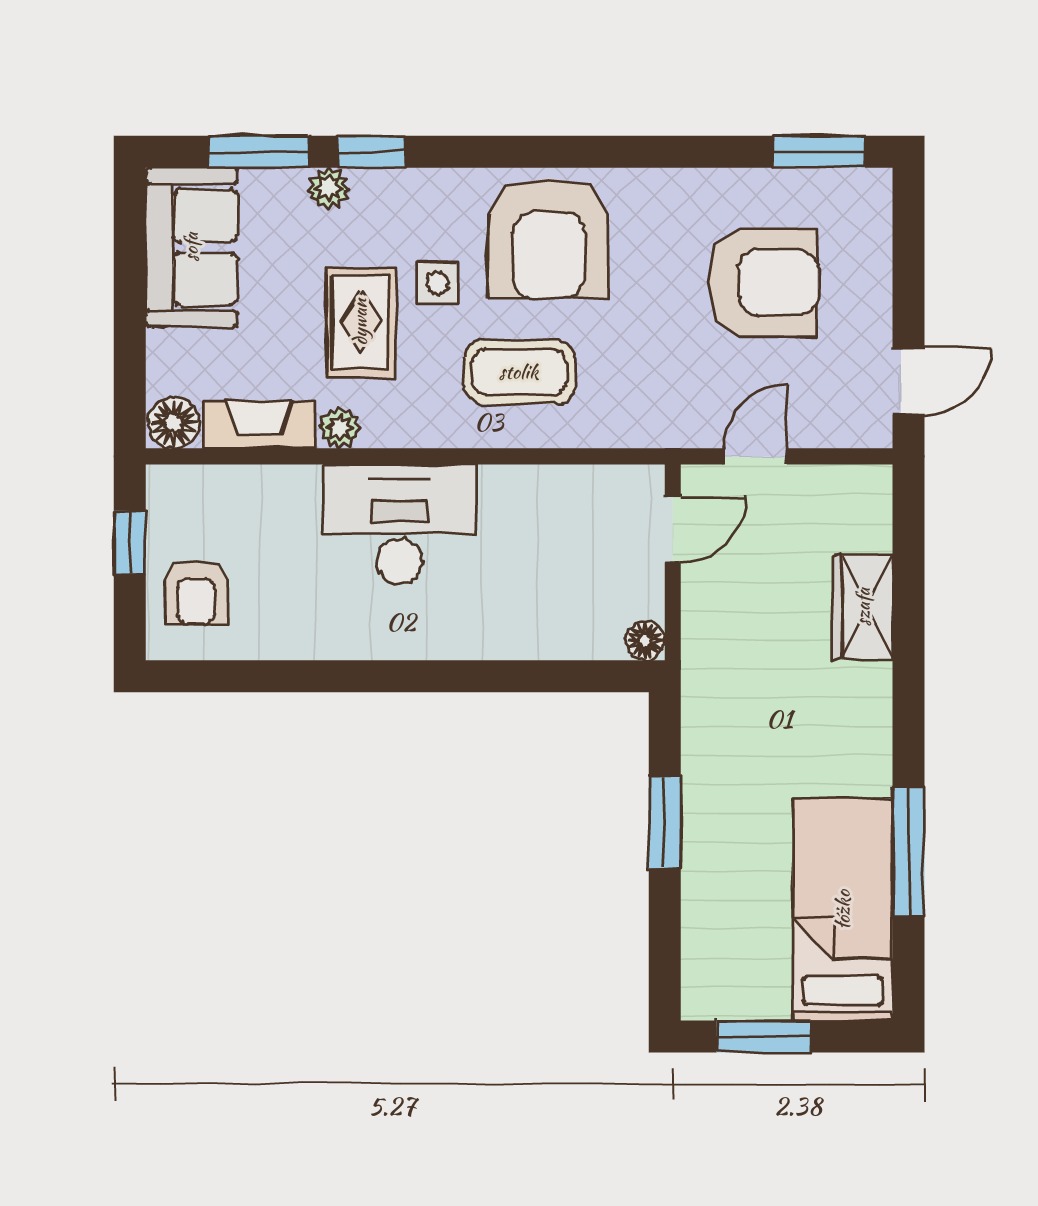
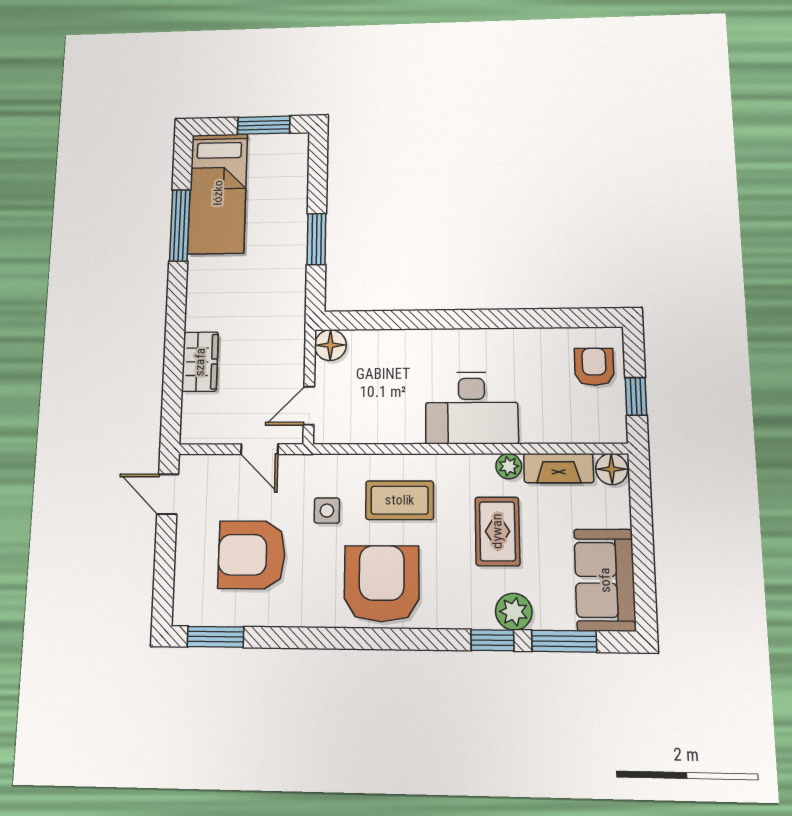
plant: (329, 188) -> (514, 612), width x1.38, depth x1.38
side table: (437, 283) -> (327, 511), moved
door: (908, 381) -> (168, 494), hinge flipped
door: (755, 456) -> (259, 449), hinge flipped
floor lamp: (645, 641) -> (330, 345), width x1.37, depth x1.37

